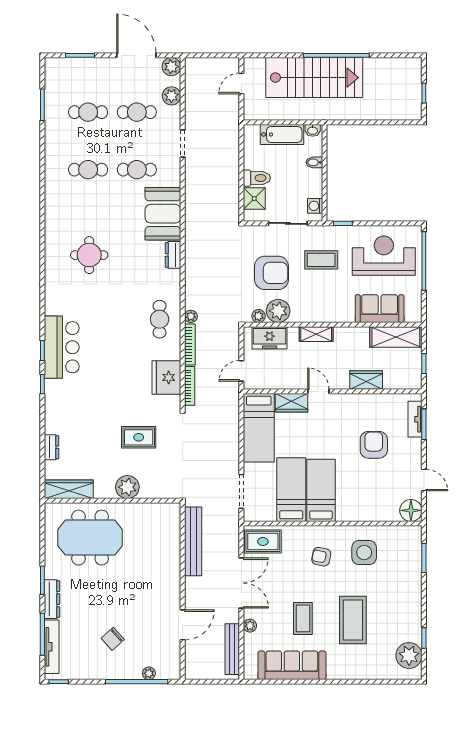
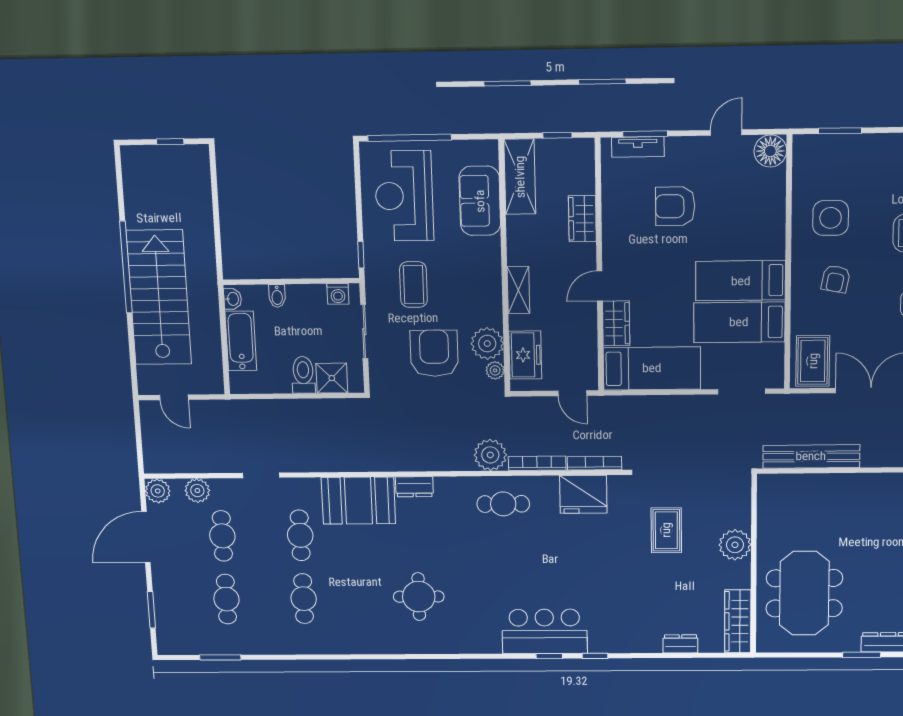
plant: (191, 316) -> (490, 455), width x1.88, depth x1.88

